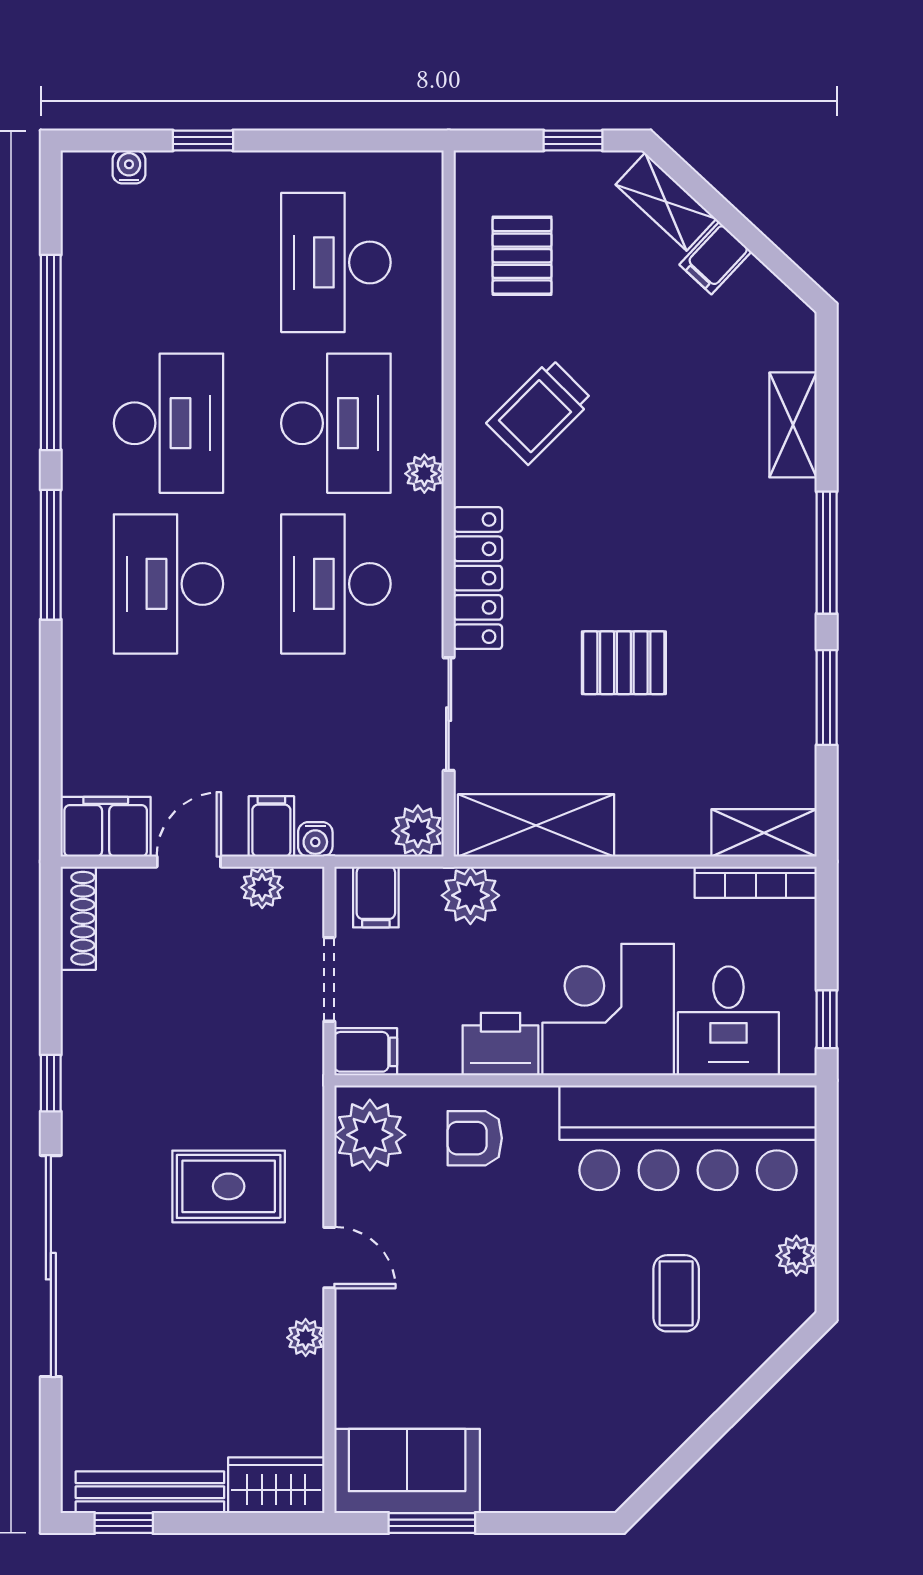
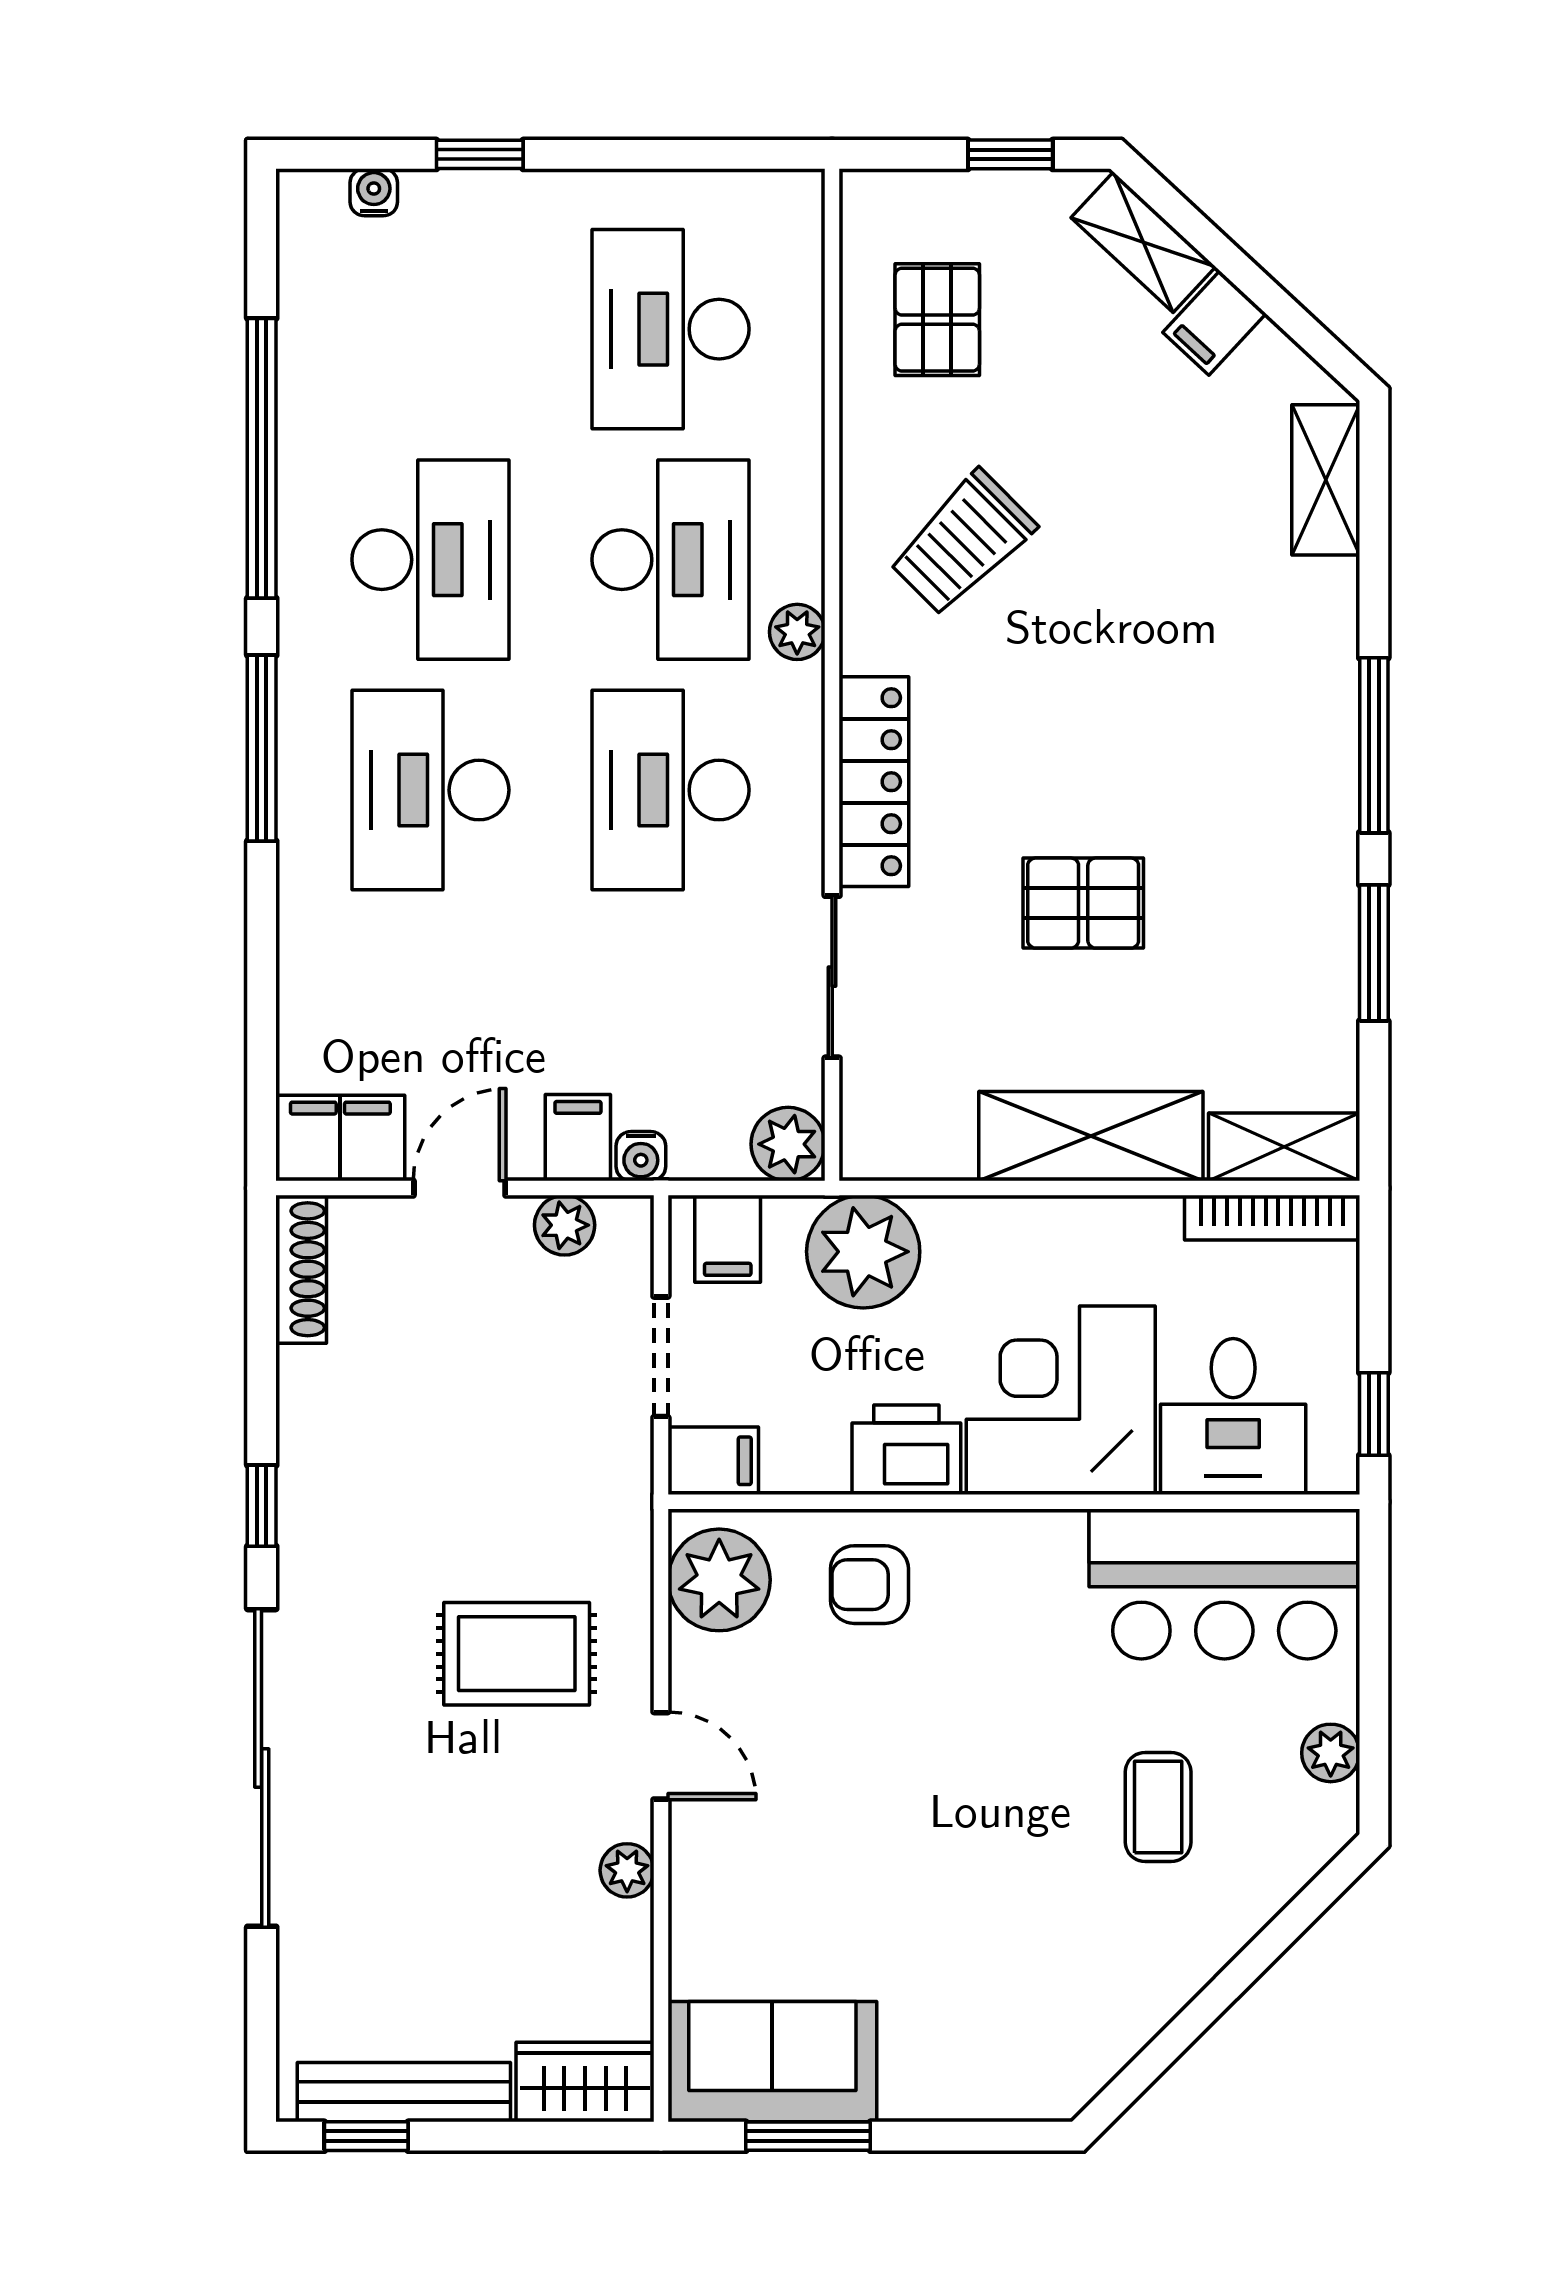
shelving: (793, 425) -> (1326, 480), moved
shelving: (536, 825) -> (1091, 1136), moved
plant: (470, 895) -> (863, 1252), width x1.36, depth x1.36
bar counter: (688, 1138) -> (1224, 1584), width x0.73

